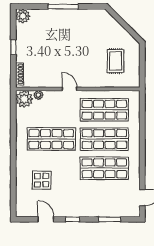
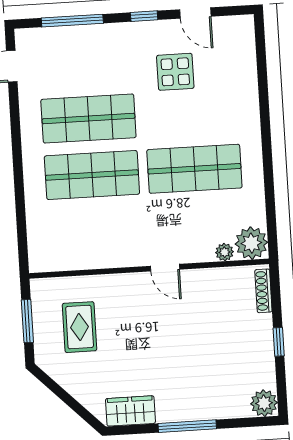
wardrobe: (92, 16) -> (130, 411), added
window: (142, 66) -> (27, 321), added
shop shelf: (104, 110) -> (95, 232), removed
display table: (42, 180) -> (175, 72), moved
window: (110, 219) -> (72, 21), width x1.44

